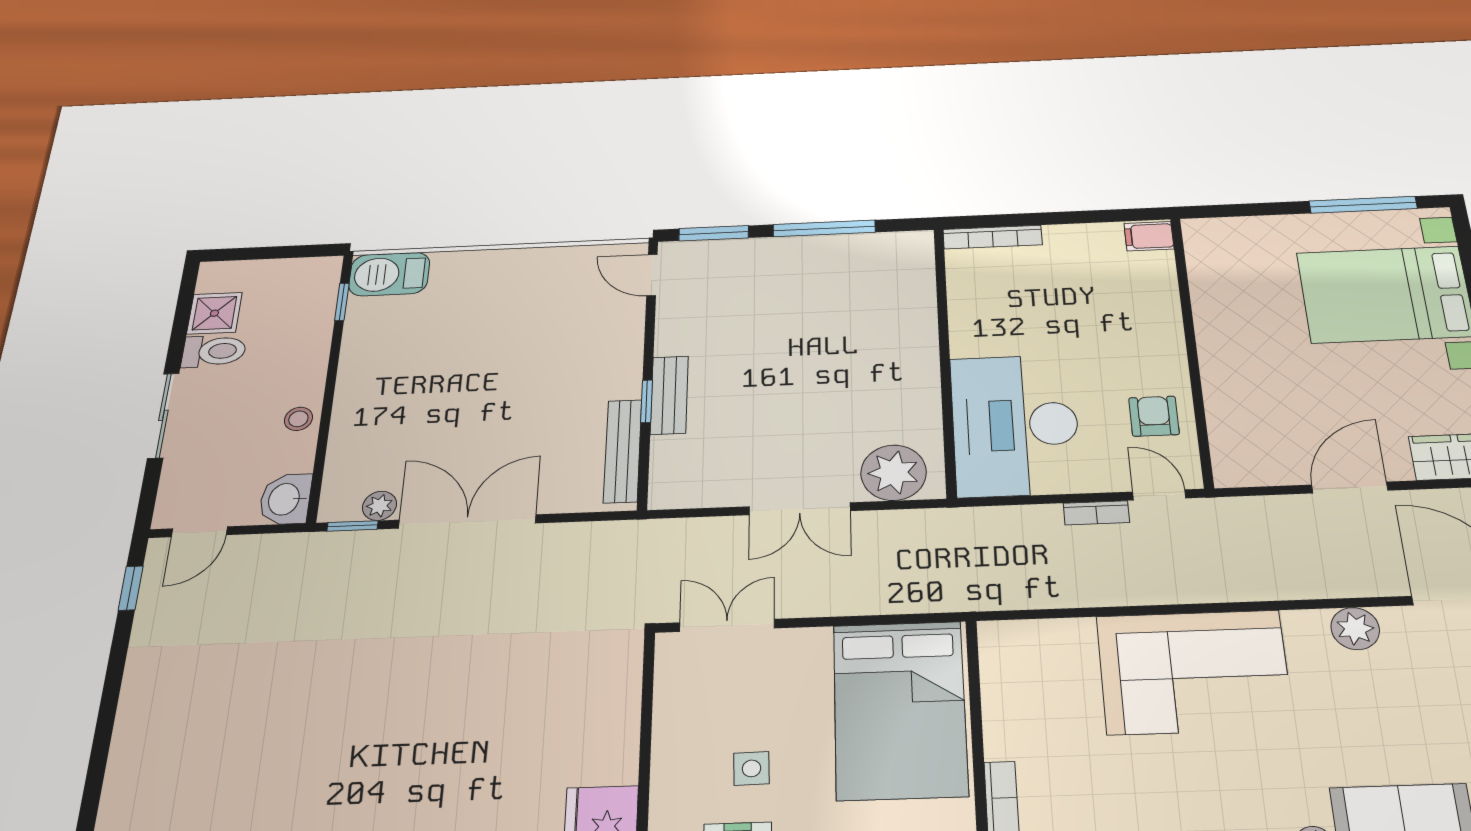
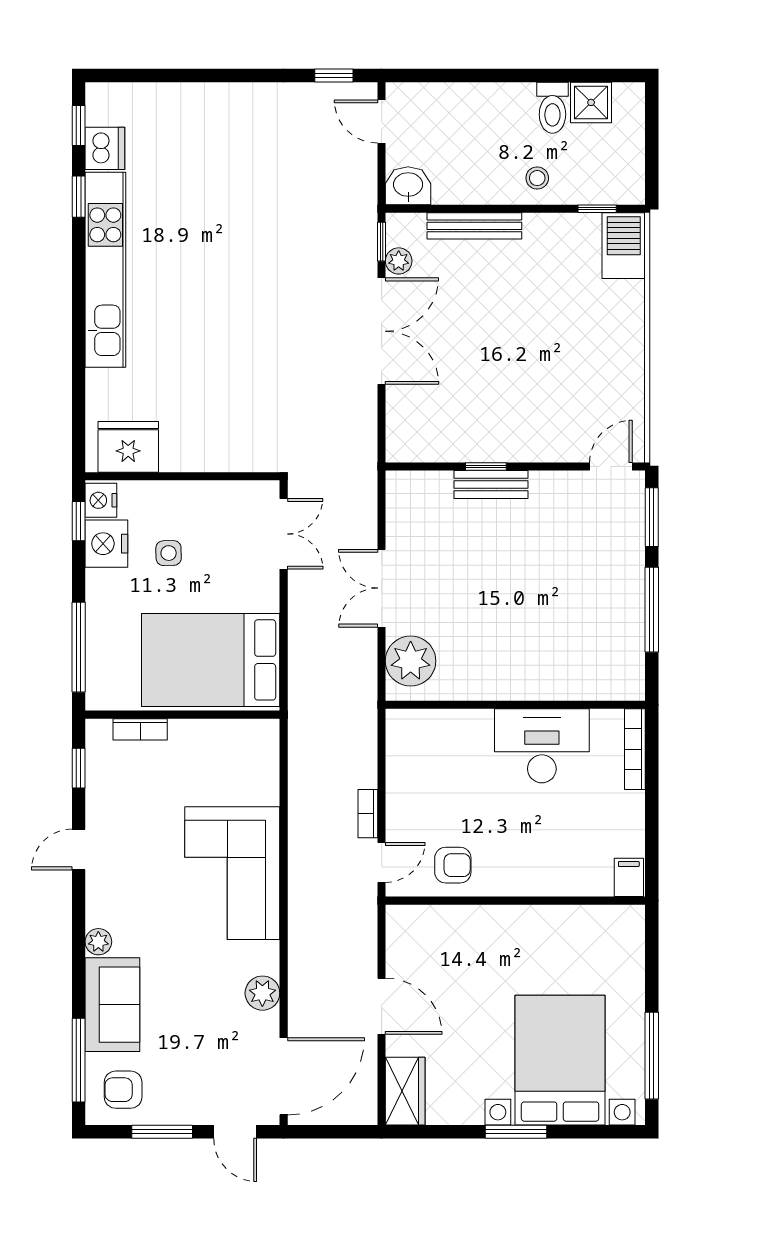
sliding door: (163, 415) -> (491, 76), removed
stool: (298, 419) -> (537, 178), moved
desk: (1015, 425) -> (542, 746), moved, width x0.73, depth x0.77
bench: (623, 451) -> (474, 226), moved

